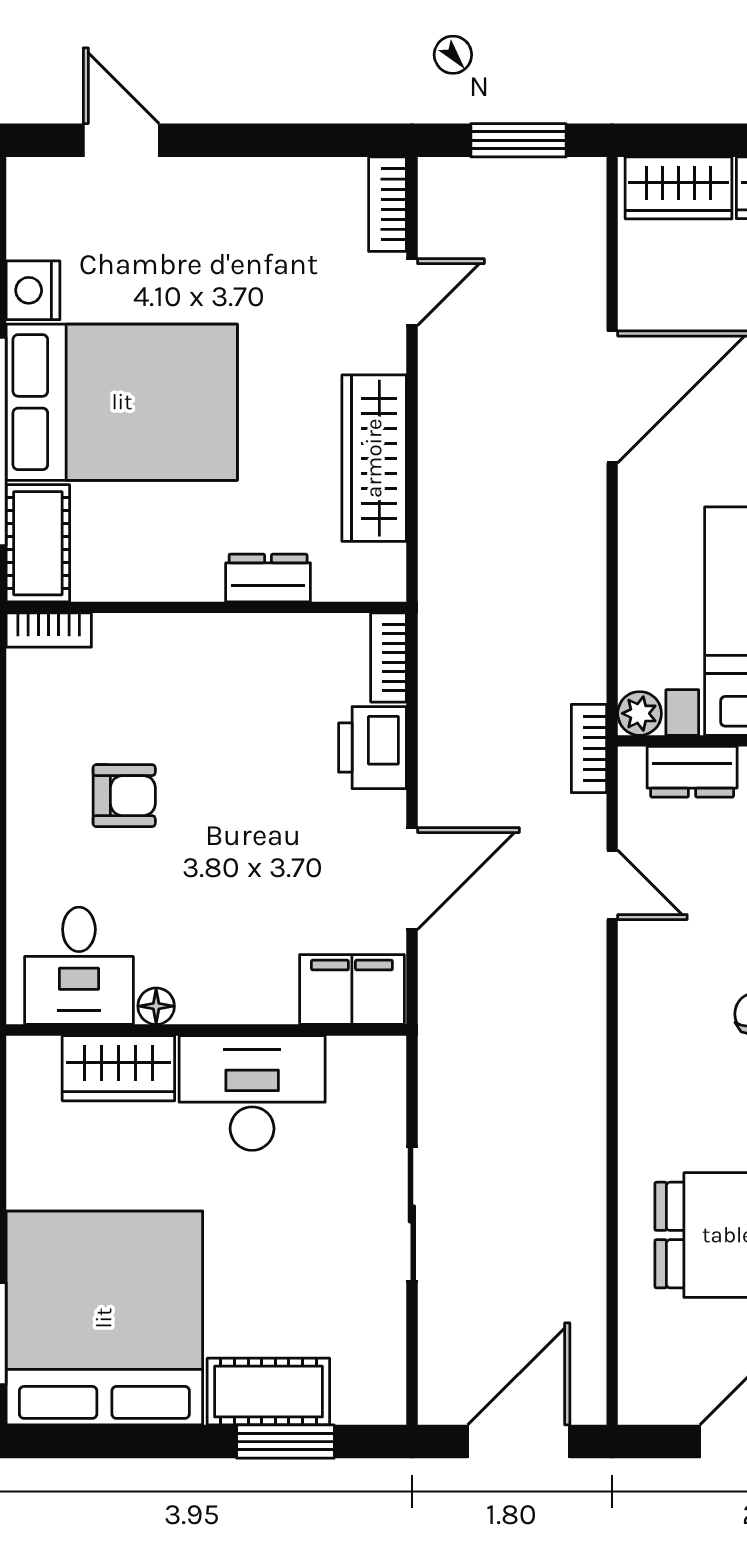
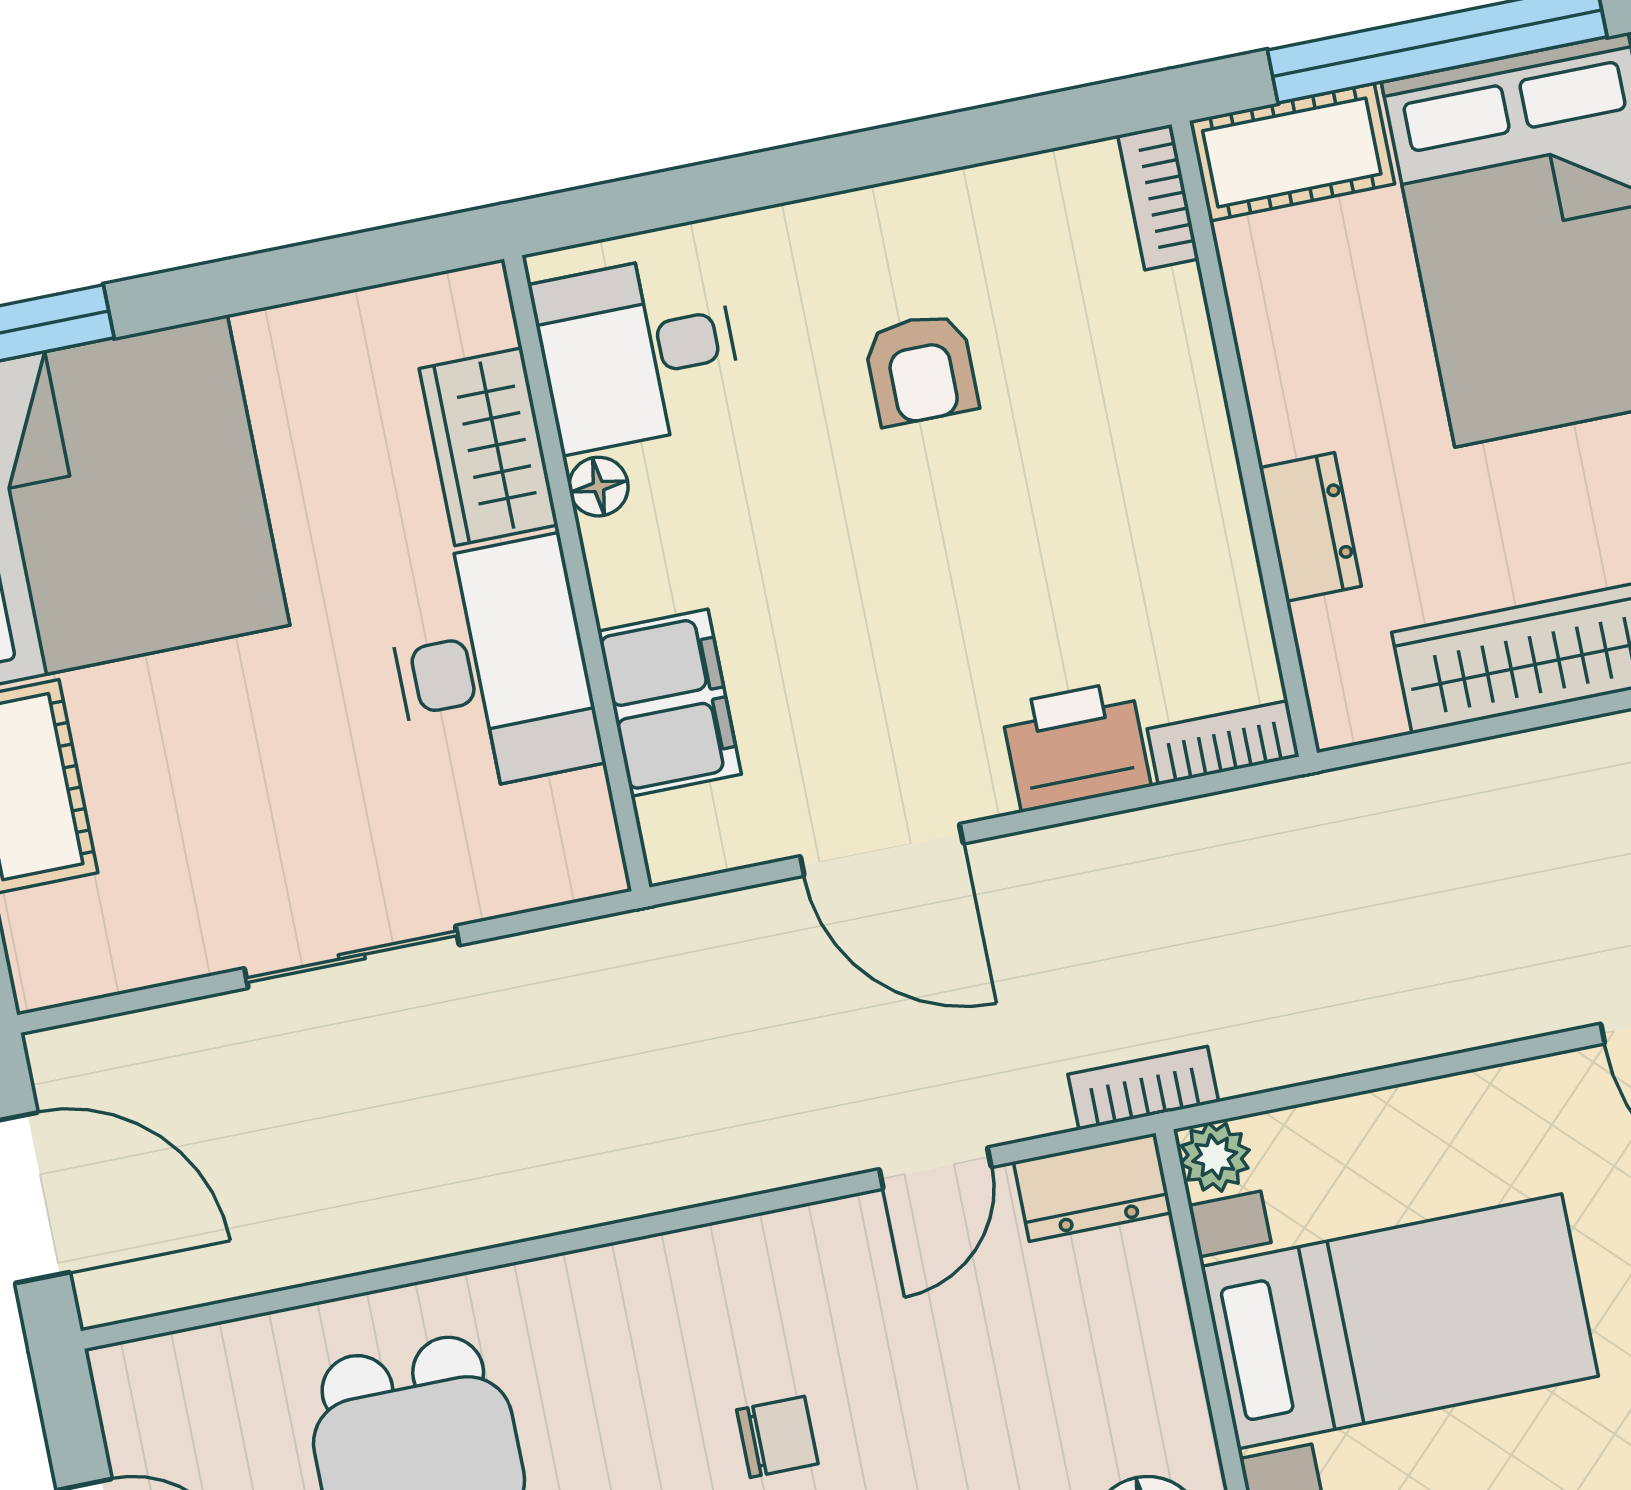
dresser: (692, 772) -> (1093, 1187), moved, turned -90
filing cabinet: (352, 990) -> (669, 703), moved

